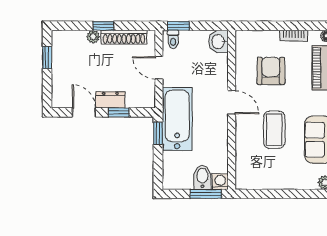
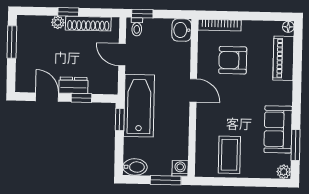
bookcase: (294, 36) -> (220, 25), moved, width x1.56
window: (47, 58) -> (12, 42), width x1.50
armchair: (271, 71) -> (233, 60), turned -90
coffee table: (274, 130) -> (229, 155), moved
bidet: (202, 177) -> (135, 167), moved, turned 90

